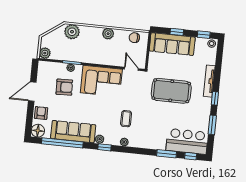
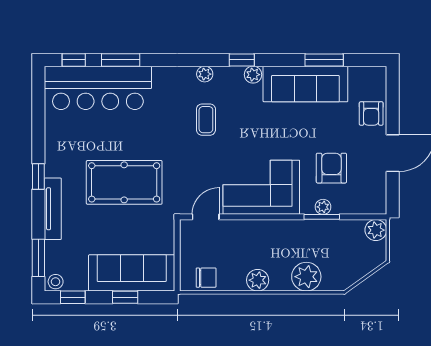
plant: (72, 32) -> (306, 277), moved
door: (131, 69) -> (206, 217), swing flipped
armchair: (64, 87) -> (331, 168), turned 92
window: (212, 125) -> (38, 258), moved
floor lamp: (38, 131) -> (374, 79), removed
bar counter: (187, 141) -> (98, 88), width x1.36
window: (62, 143) -> (324, 60), width x0.47

